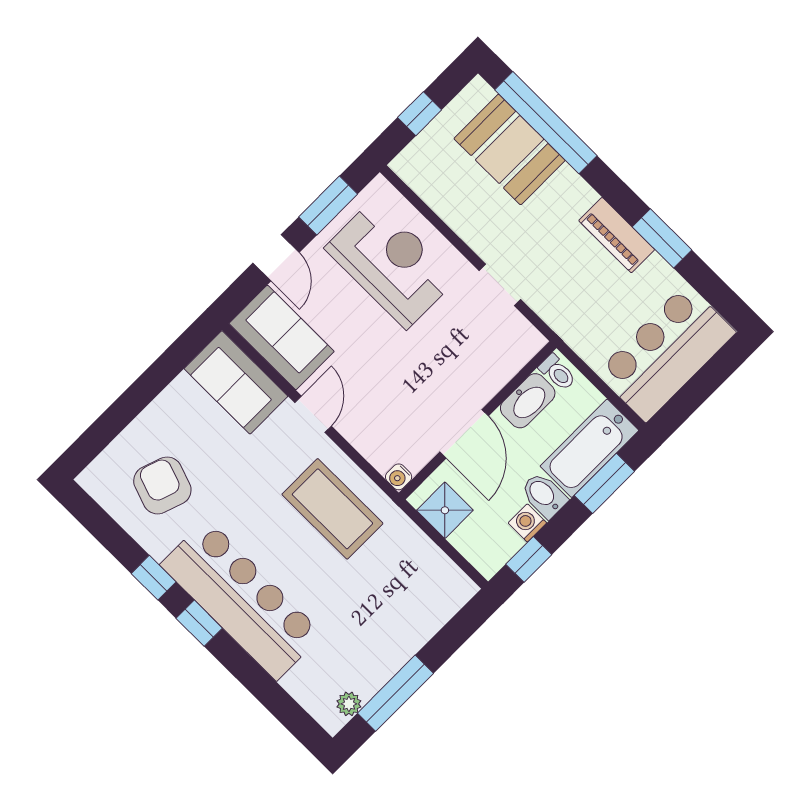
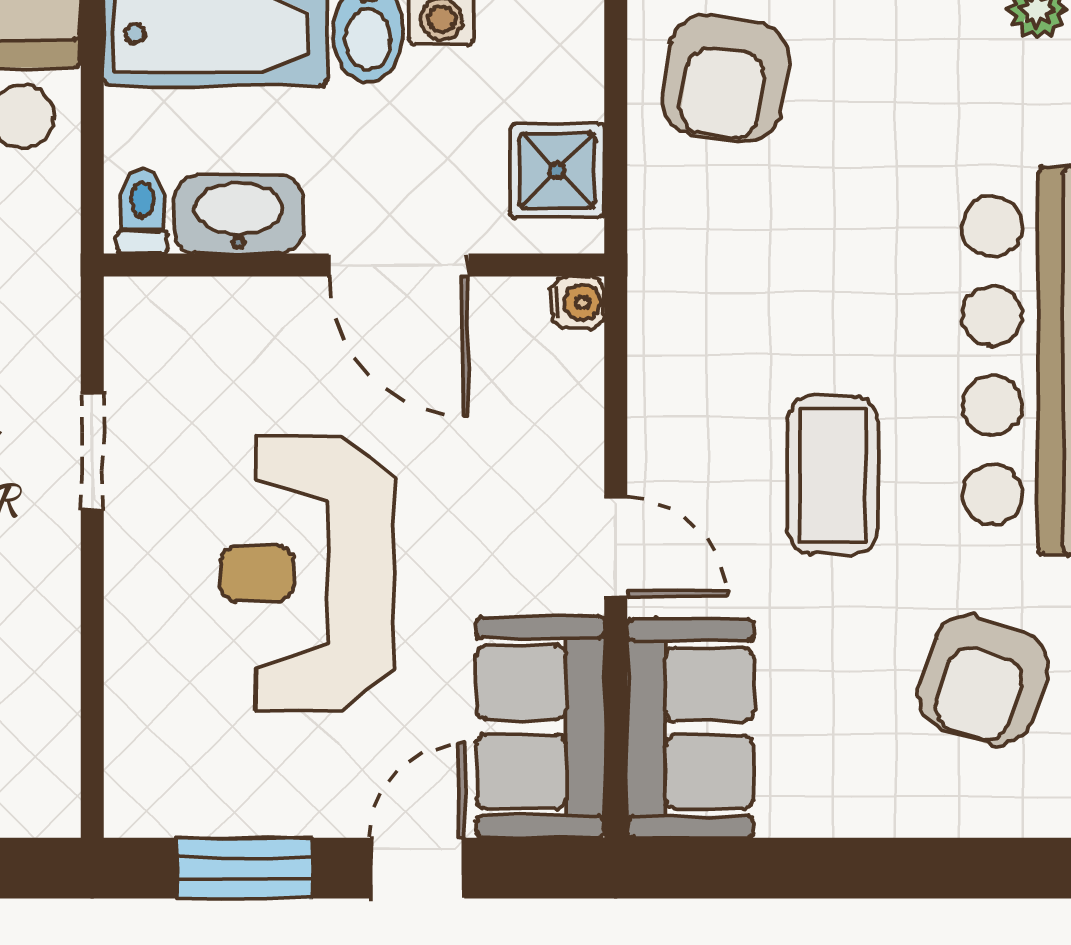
reception desk: (391, 263) -> (307, 574), moved
door: (313, 414) -> (616, 548), swing flipped
door: (464, 434) -> (399, 265), swing flipped
coffee table: (332, 509) -> (833, 475), moved, width x0.73, depth x0.76
armchair: (422, 589) -> (725, 79), added

